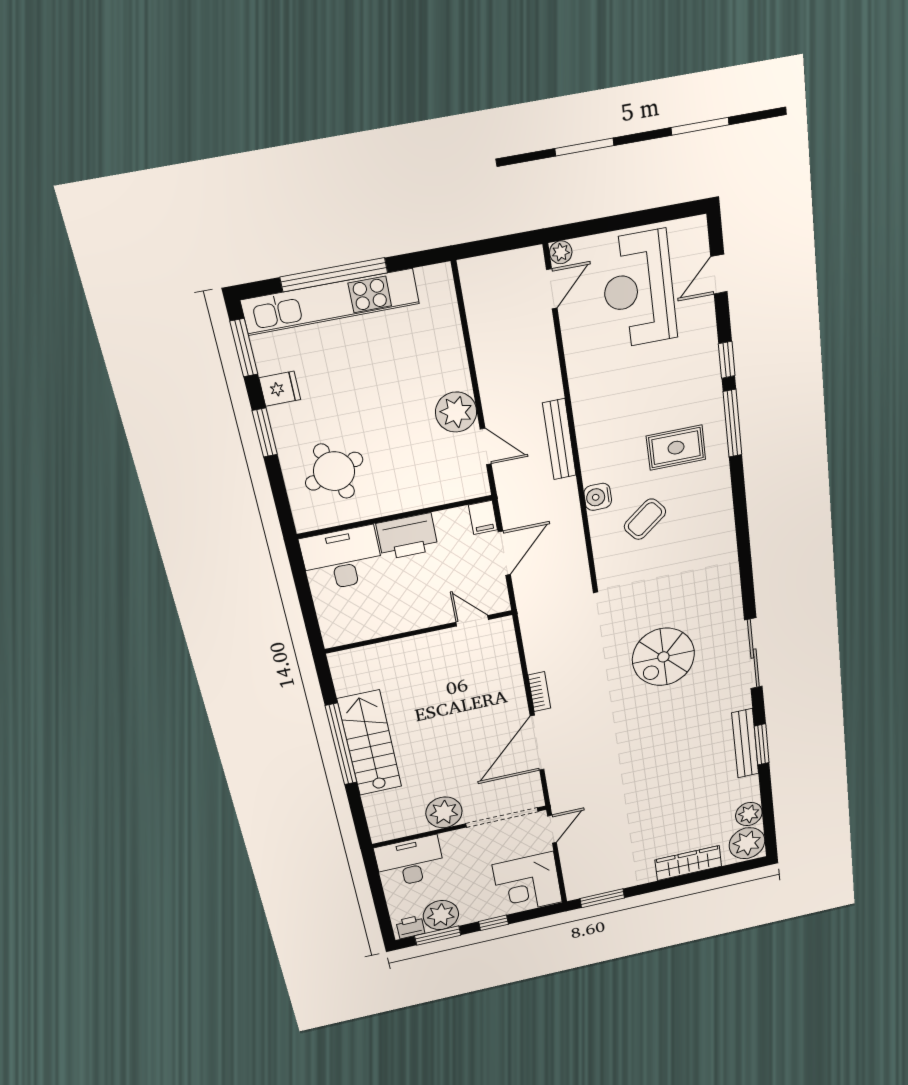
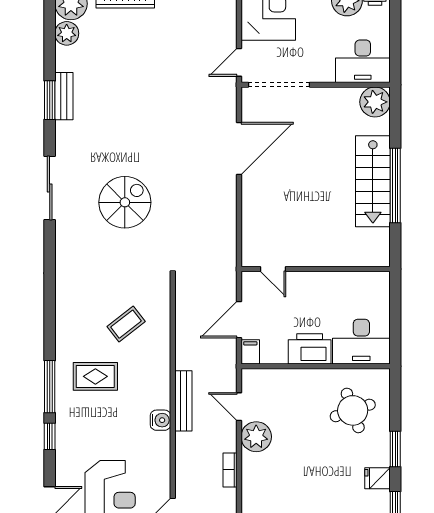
water cooler: (598, 497) -> (160, 420), moved
bookcase: (539, 692) -> (230, 470), moved
bench: (745, 743) -> (64, 96), width x0.73
plant: (444, 812) -> (375, 102), moved

